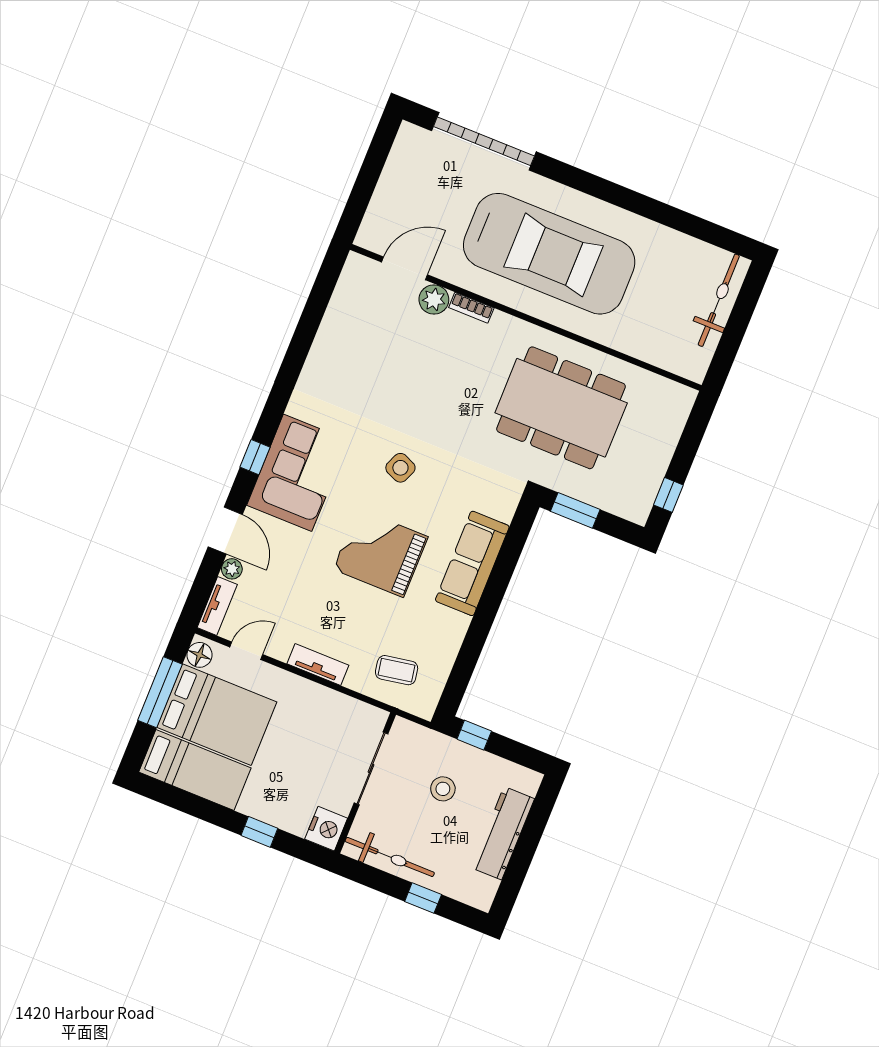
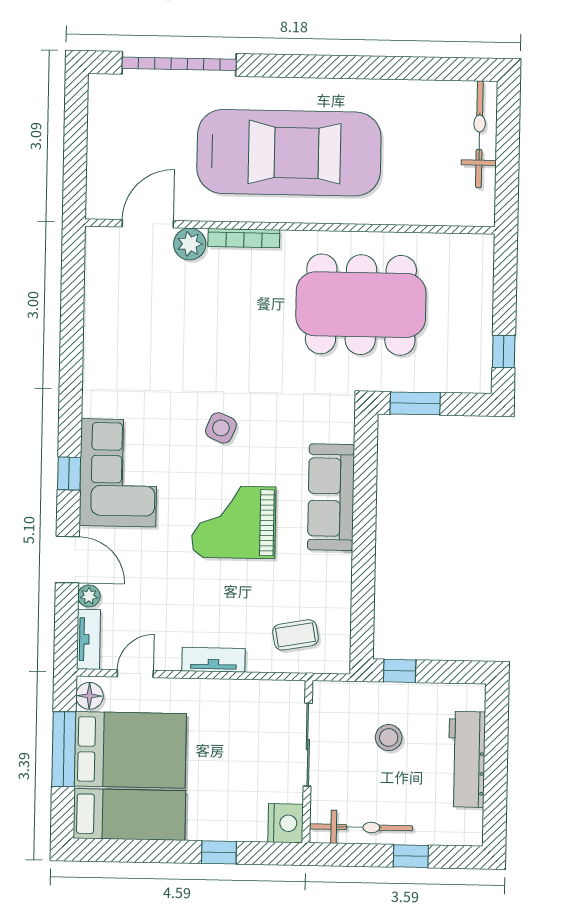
bookcase: (471, 308) -> (244, 238), width x1.56

